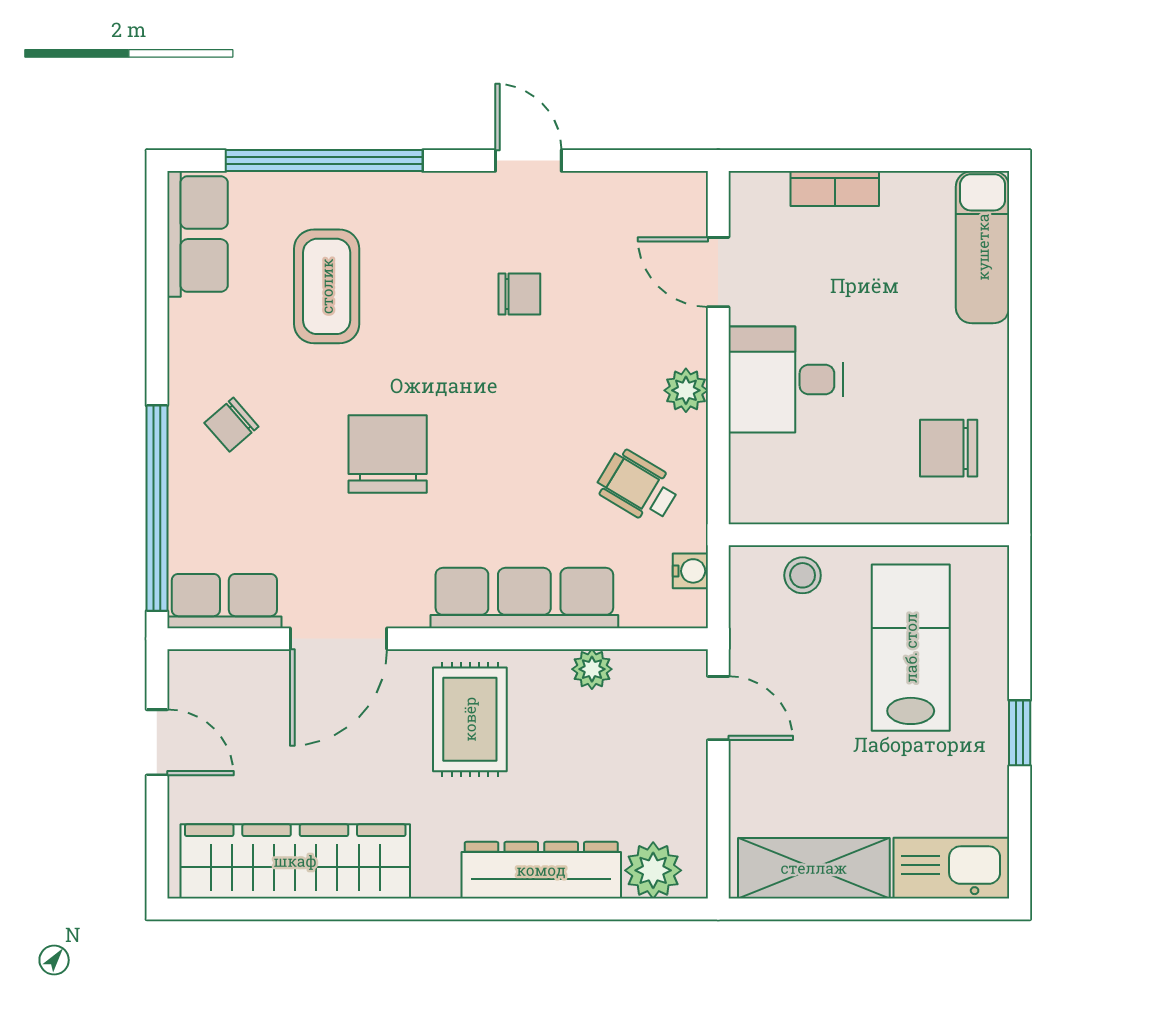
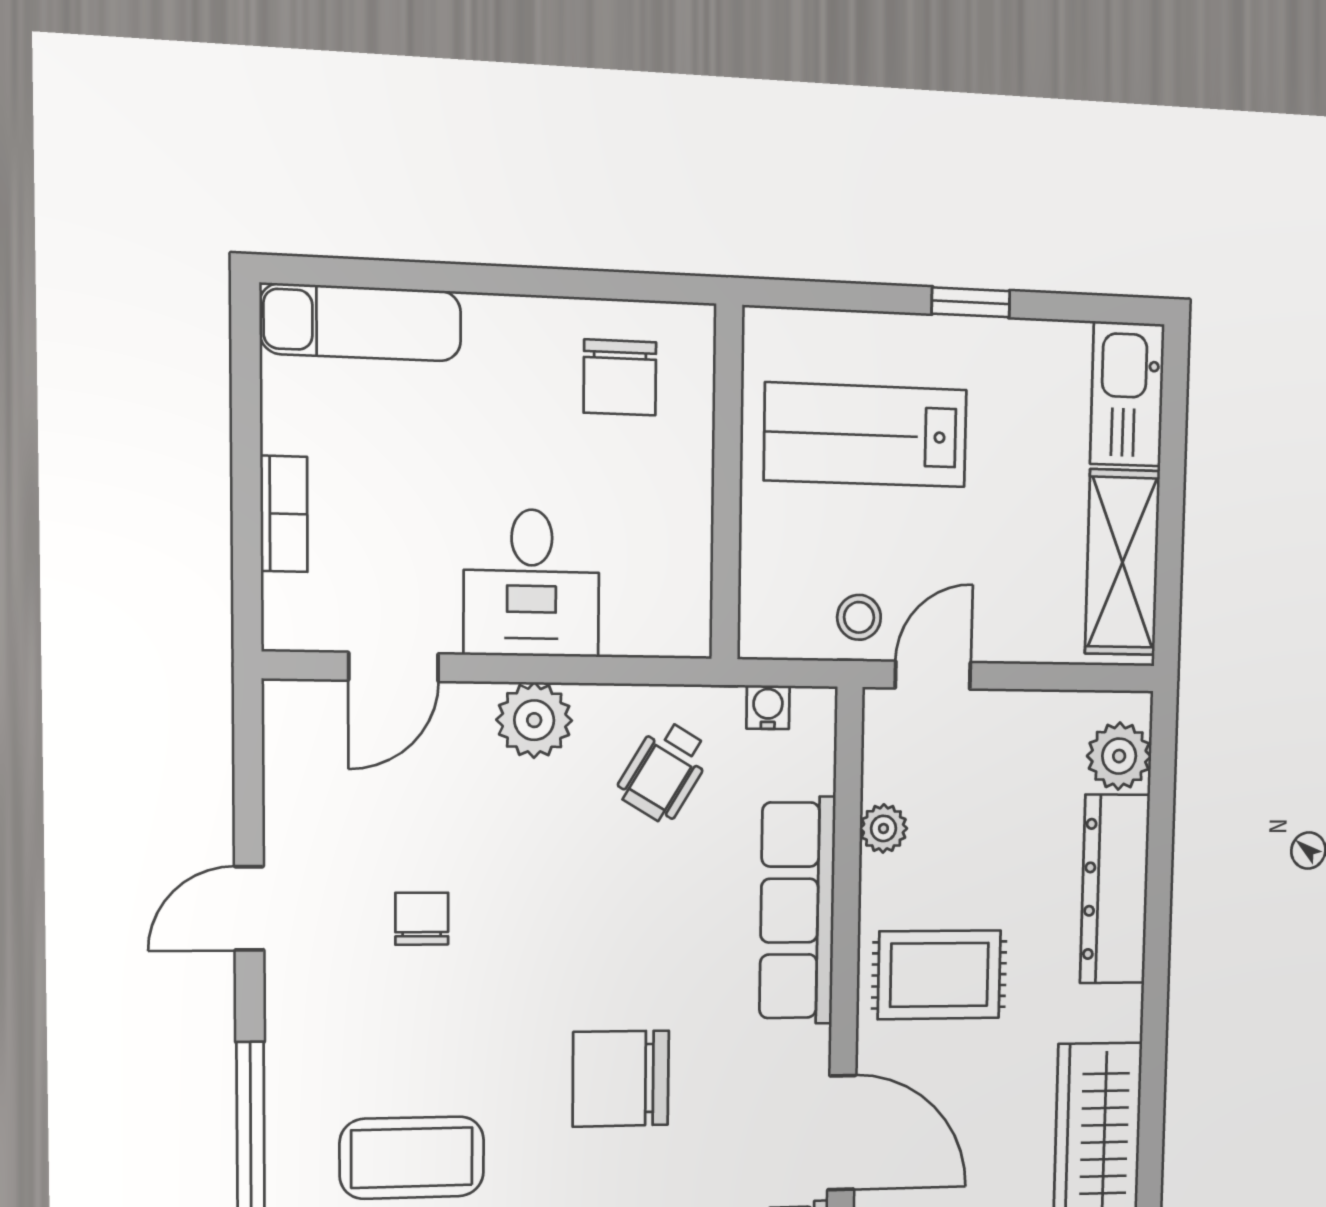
plant: (686, 390) -> (534, 720), width x1.38, depth x1.38
stool: (803, 575) -> (859, 617), moved

